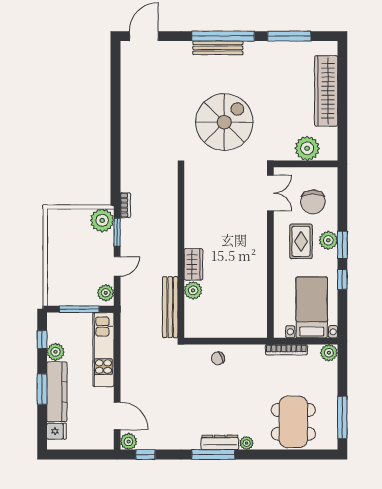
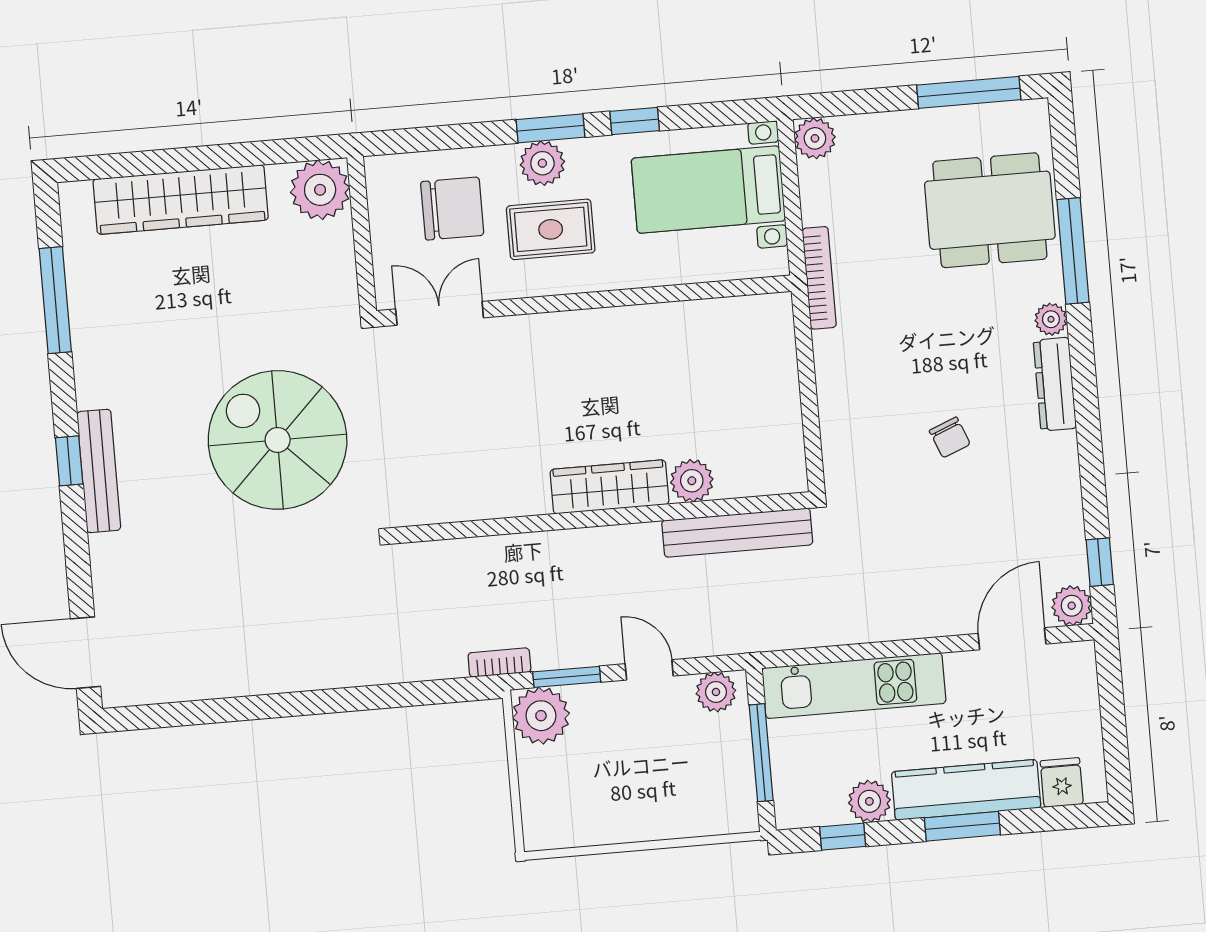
window: (223, 36) -> (69, 461), width x0.32
plant: (307, 148) -> (320, 190), moved
wardrobe: (193, 264) -> (609, 487), width x1.50
bookcase: (286, 350) -> (819, 278), moved
chair: (218, 358) -> (950, 437), moved
window: (213, 455) -> (1073, 251), moved

